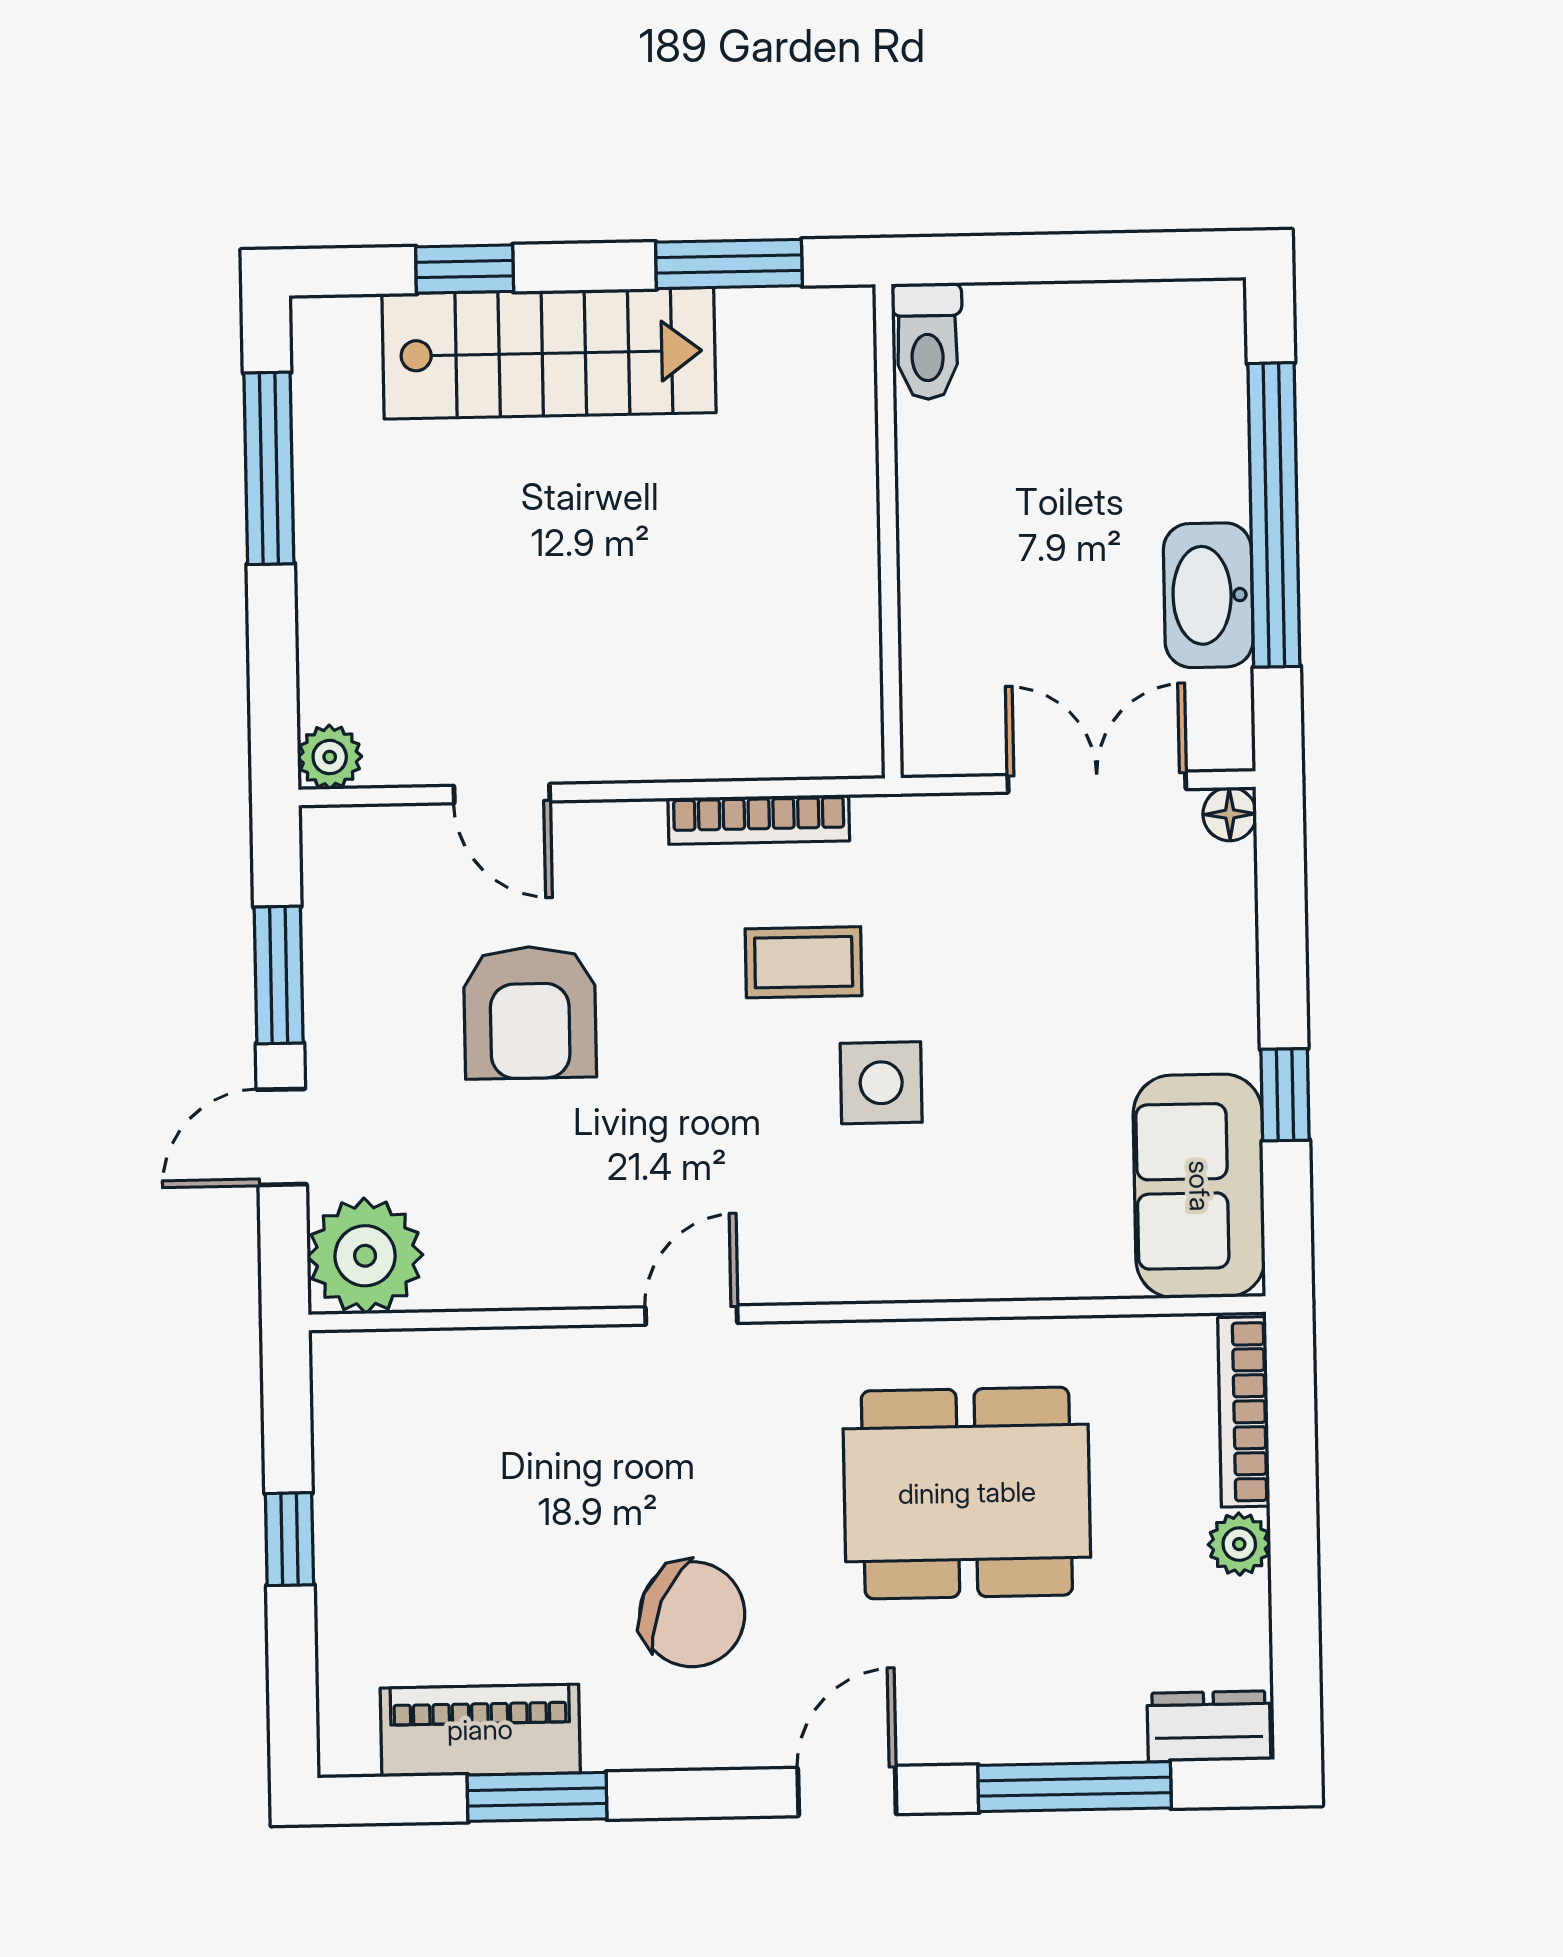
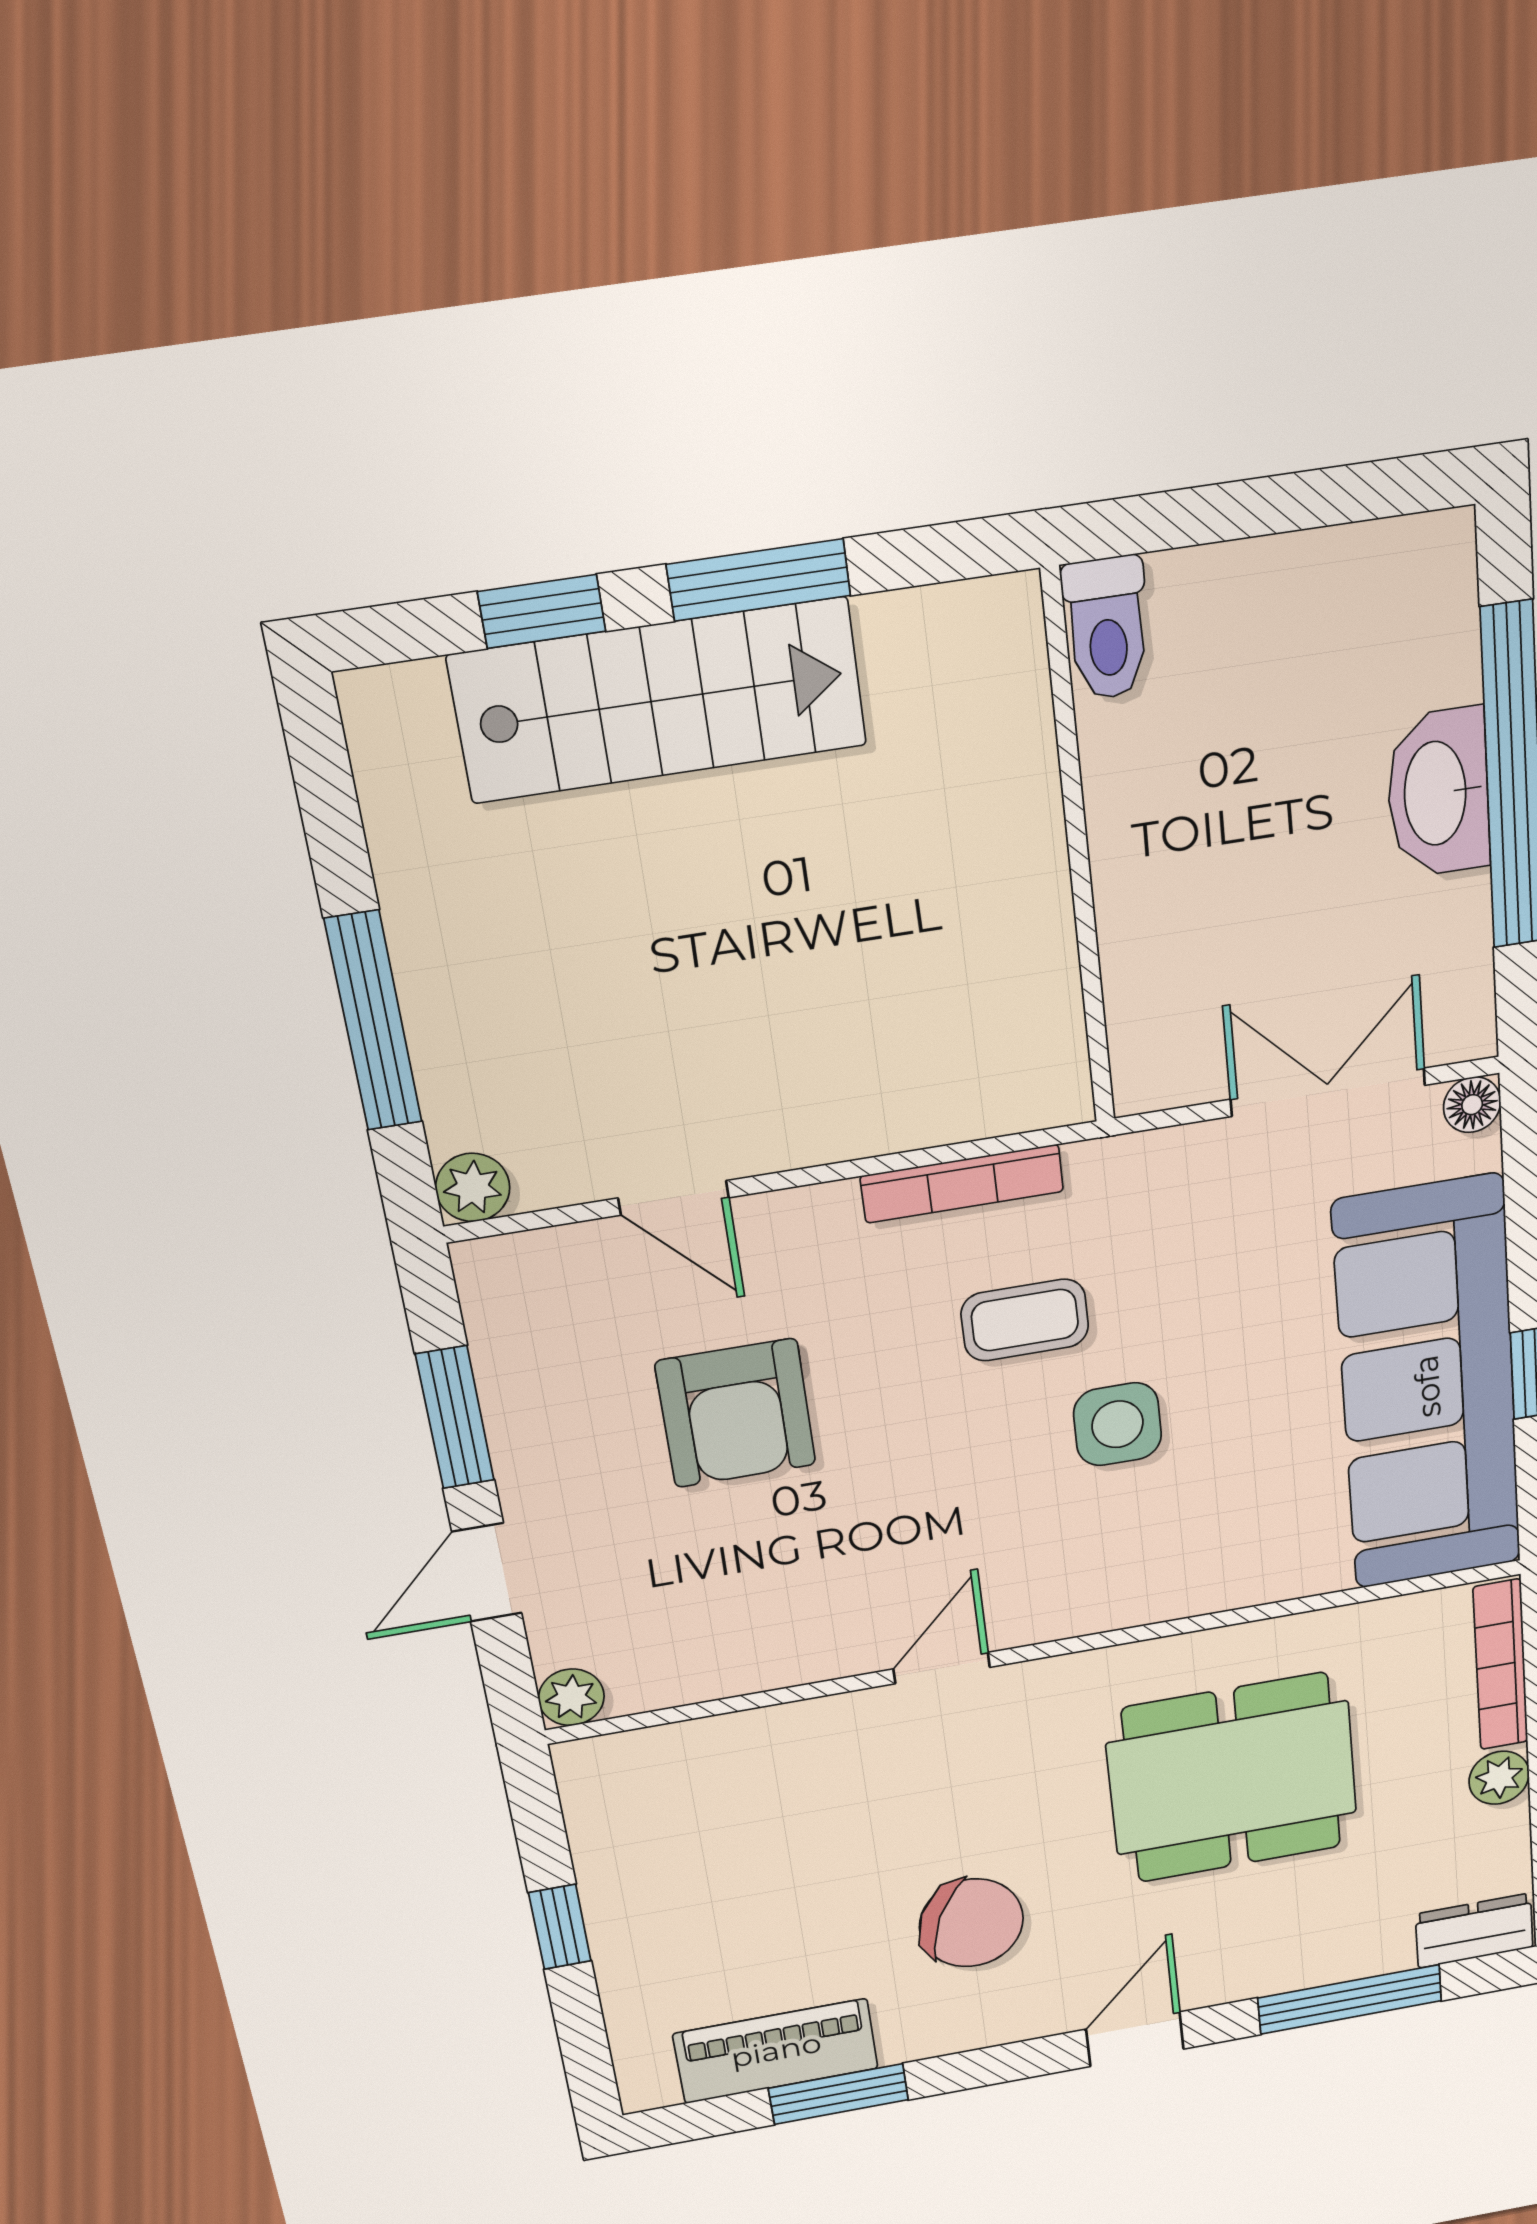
window: (729, 264) -> (759, 580), moved
window: (269, 468) -> (373, 1021), moved
washbasin: (1208, 595) -> (1438, 793), moved
sofa: (1199, 1186) -> (1428, 1386), width x1.85, depth x1.27
plant: (365, 1256) -> (571, 1697), width x0.53, depth x0.53

